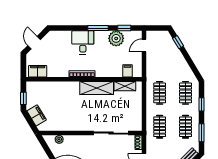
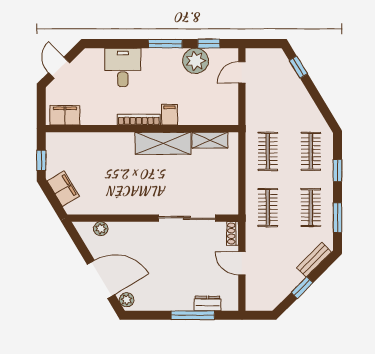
desk: (83, 42) -> (123, 67), moved
filing cabinet: (128, 71) -> (170, 115), moved

